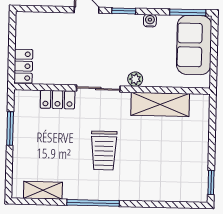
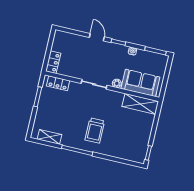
sofa: (194, 45) -> (140, 83), moved, turned 90
locker: (58, 100) -> (58, 83), moved
shelving: (160, 104) -> (140, 104), moved
trolley: (104, 150) -> (95, 131), moved

